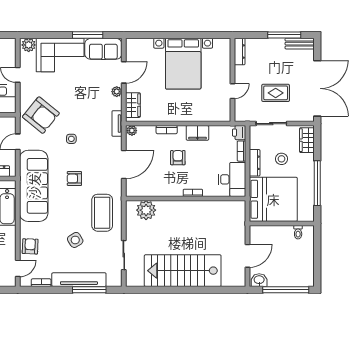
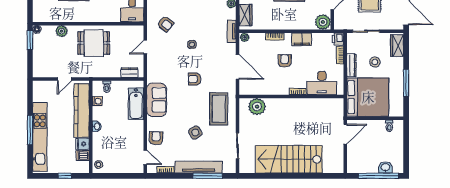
plant: (222, 113) -> (323, 22), added
armchair: (41, 115) -> (165, 24), width x0.53, depth x0.53
door: (124, 165) -> (238, 67), hinge flipped
desk: (232, 179) -> (322, 83), moved, turned 90
window: (317, 183) -> (406, 83), width x0.68
sofa: (34, 186) -> (157, 100), width x0.54, depth x0.79
door: (247, 256) -> (345, 134), moved
door: (18, 268) -> (145, 157), hinge flipped
washbasin: (259, 280) -> (385, 167), moved

